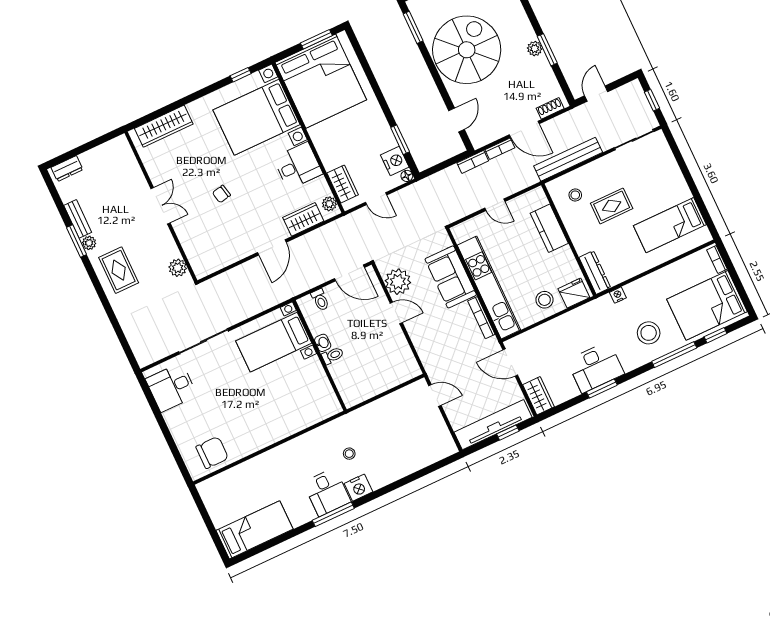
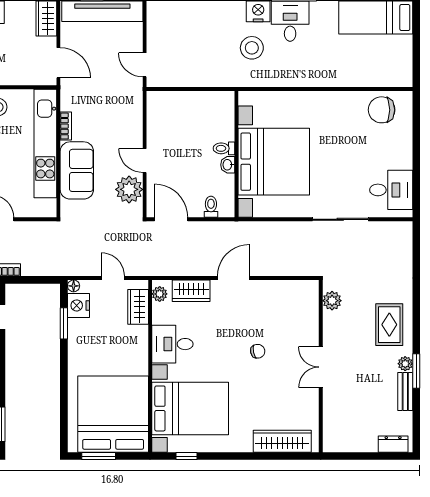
bookcase: (481, 318) -> (66, 126), width x0.64
bed with nightstands: (274, 342) -> (274, 162), width x1.85
stool: (349, 454) -> (252, 48), width x1.89, depth x1.89

